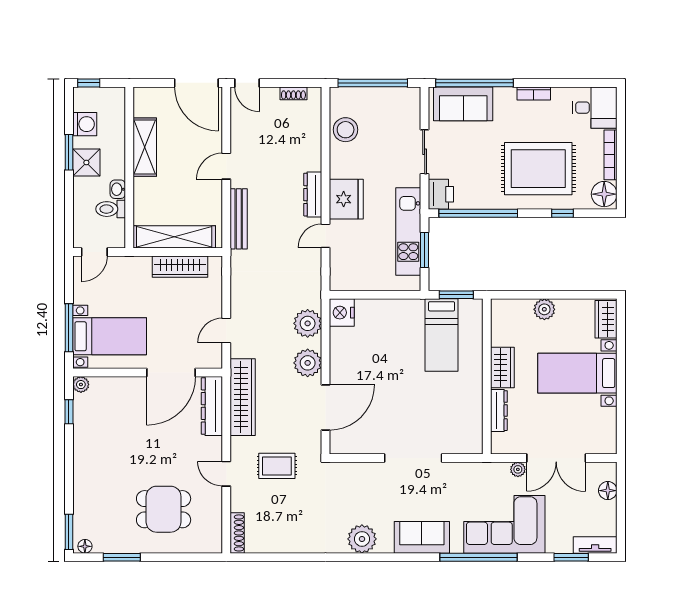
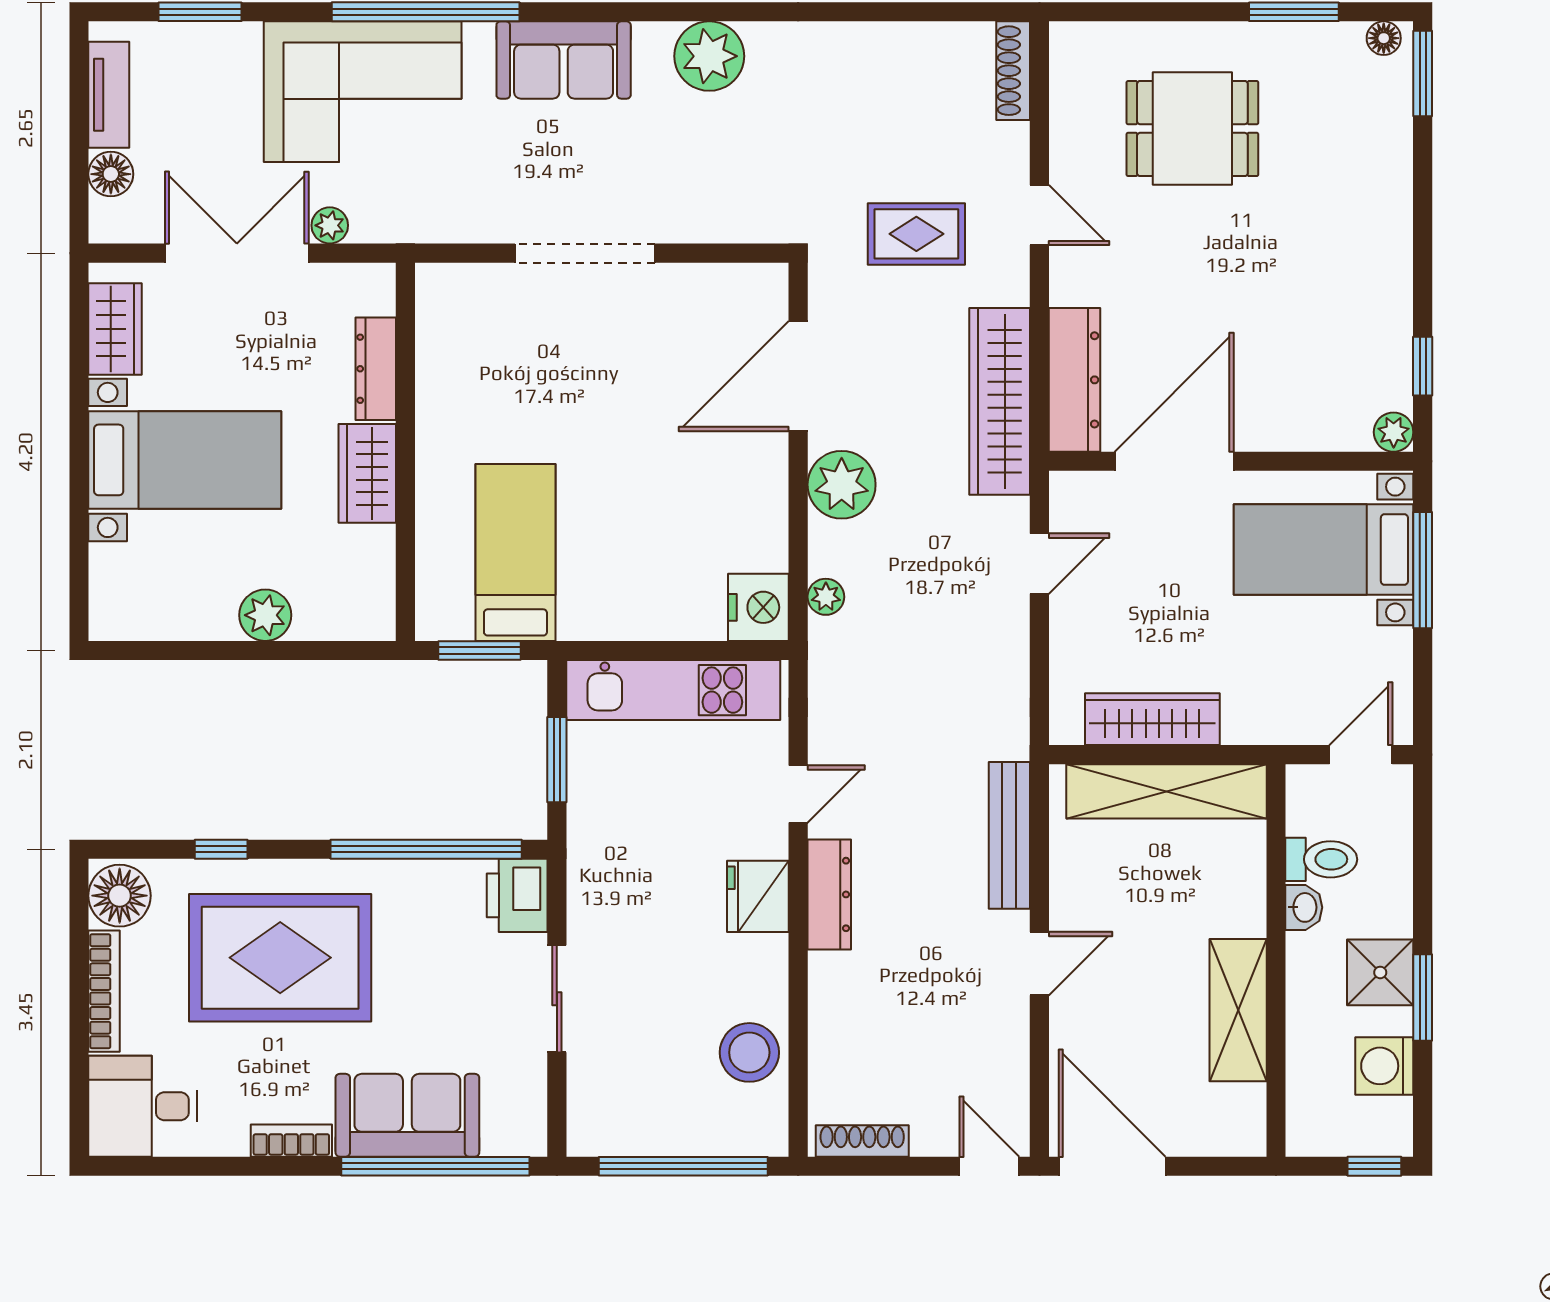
shoe rack: (293, 93) -> (862, 1141), width x1.43
sofa: (463, 104) -> (407, 1115), moved
fridge: (346, 199) -> (758, 896), width x0.73, depth x0.75
kitchen unit: (408, 231) -> (673, 690), moved, turned 90
wardrobe: (606, 319) -> (115, 329), moved
plant: (308, 323) -> (826, 597), width x0.53, depth x0.53
tv unit: (595, 545) -> (109, 95), moved, turned -90

